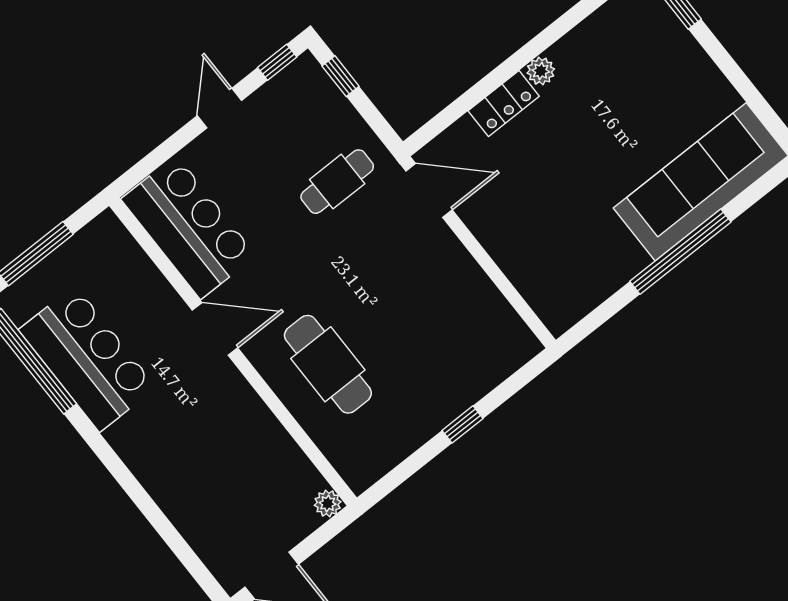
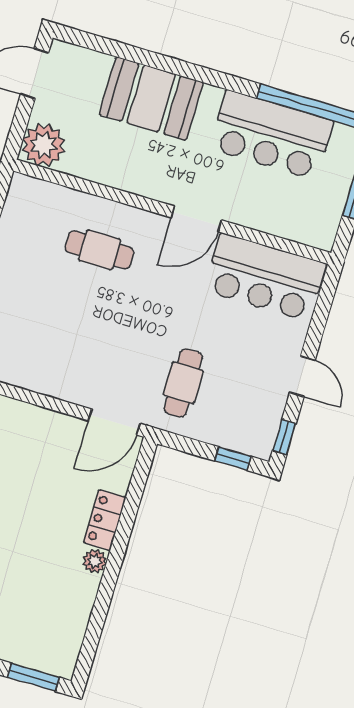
cafe table: (328, 364) -> (99, 250), width x0.73, depth x0.74
booth: (177, 474) -> (151, 98), added
plant: (328, 503) -> (44, 145), width x1.88, depth x1.88

